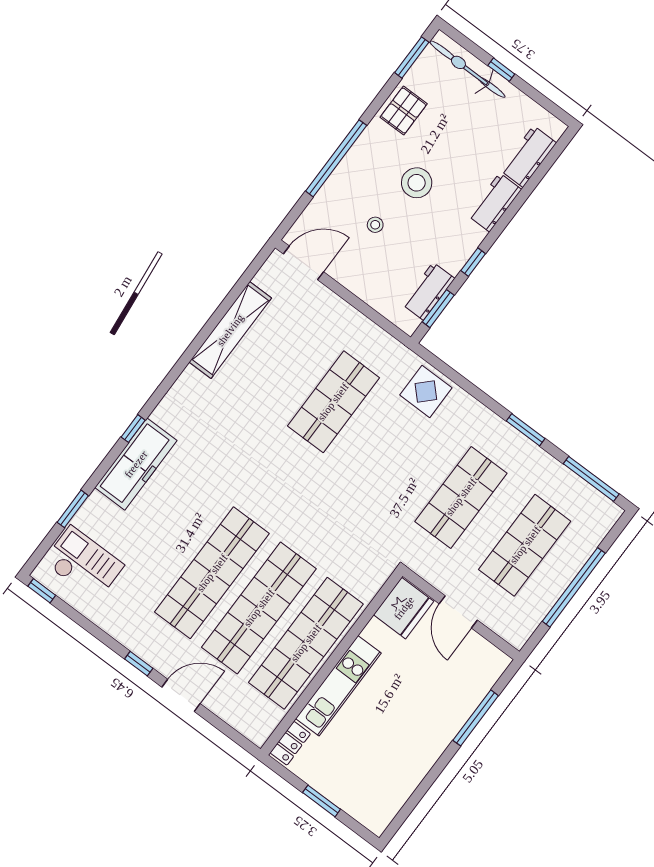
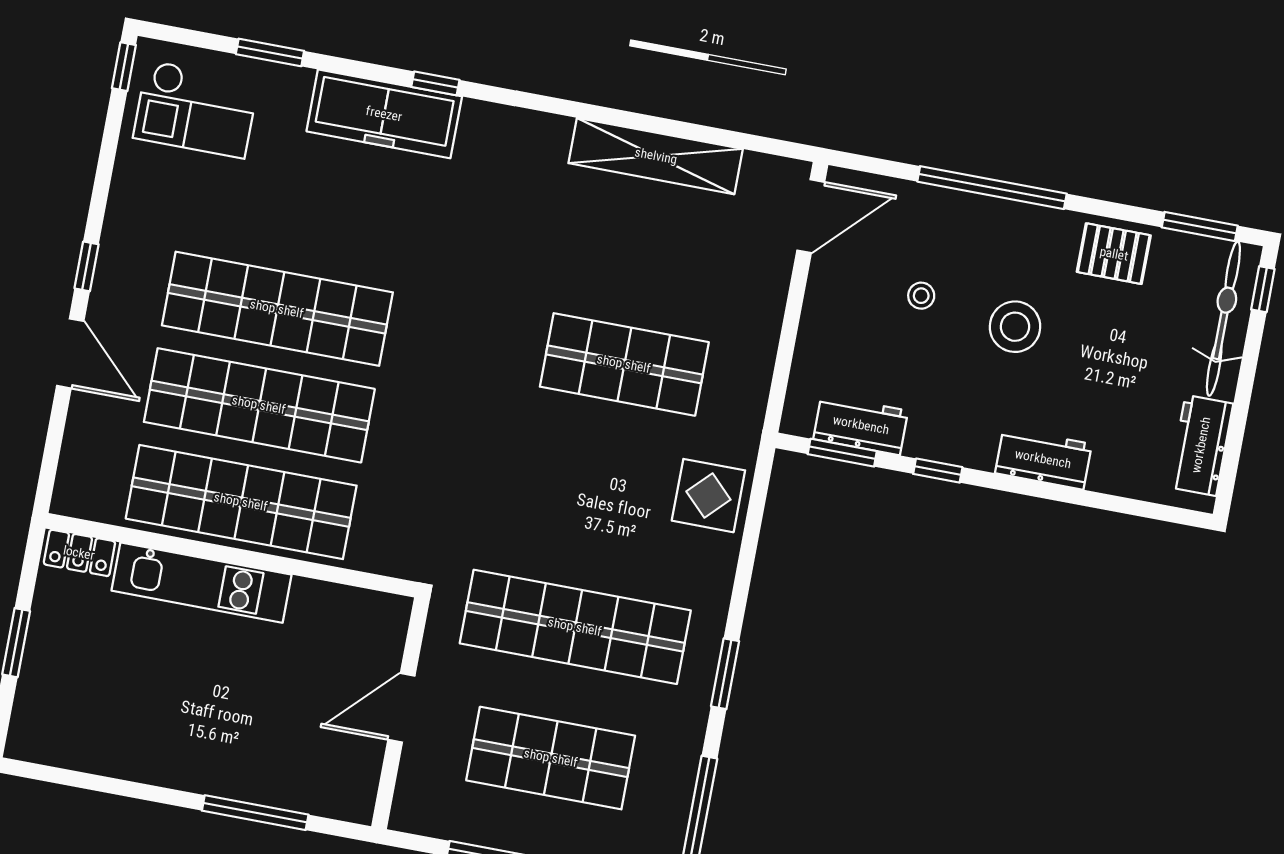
window: (501, 70) -> (1263, 289), moved
workbench: (528, 157) -> (1201, 445), moved, turned -90
door: (303, 263) -> (811, 216), hinge flipped
shop shelf: (461, 497) -> (575, 627), width x1.40
checkout: (84, 564) -> (196, 109), turned 90
fridge: (404, 608) -> (367, 623), removed

